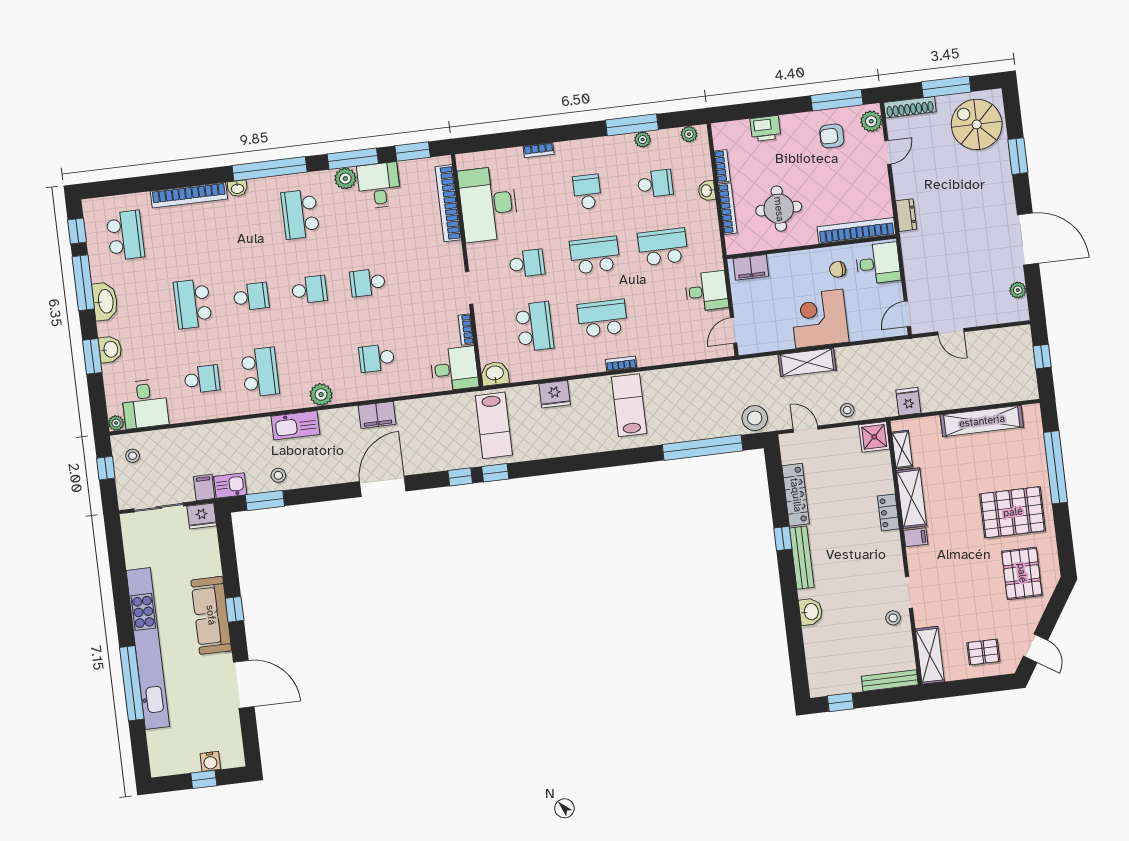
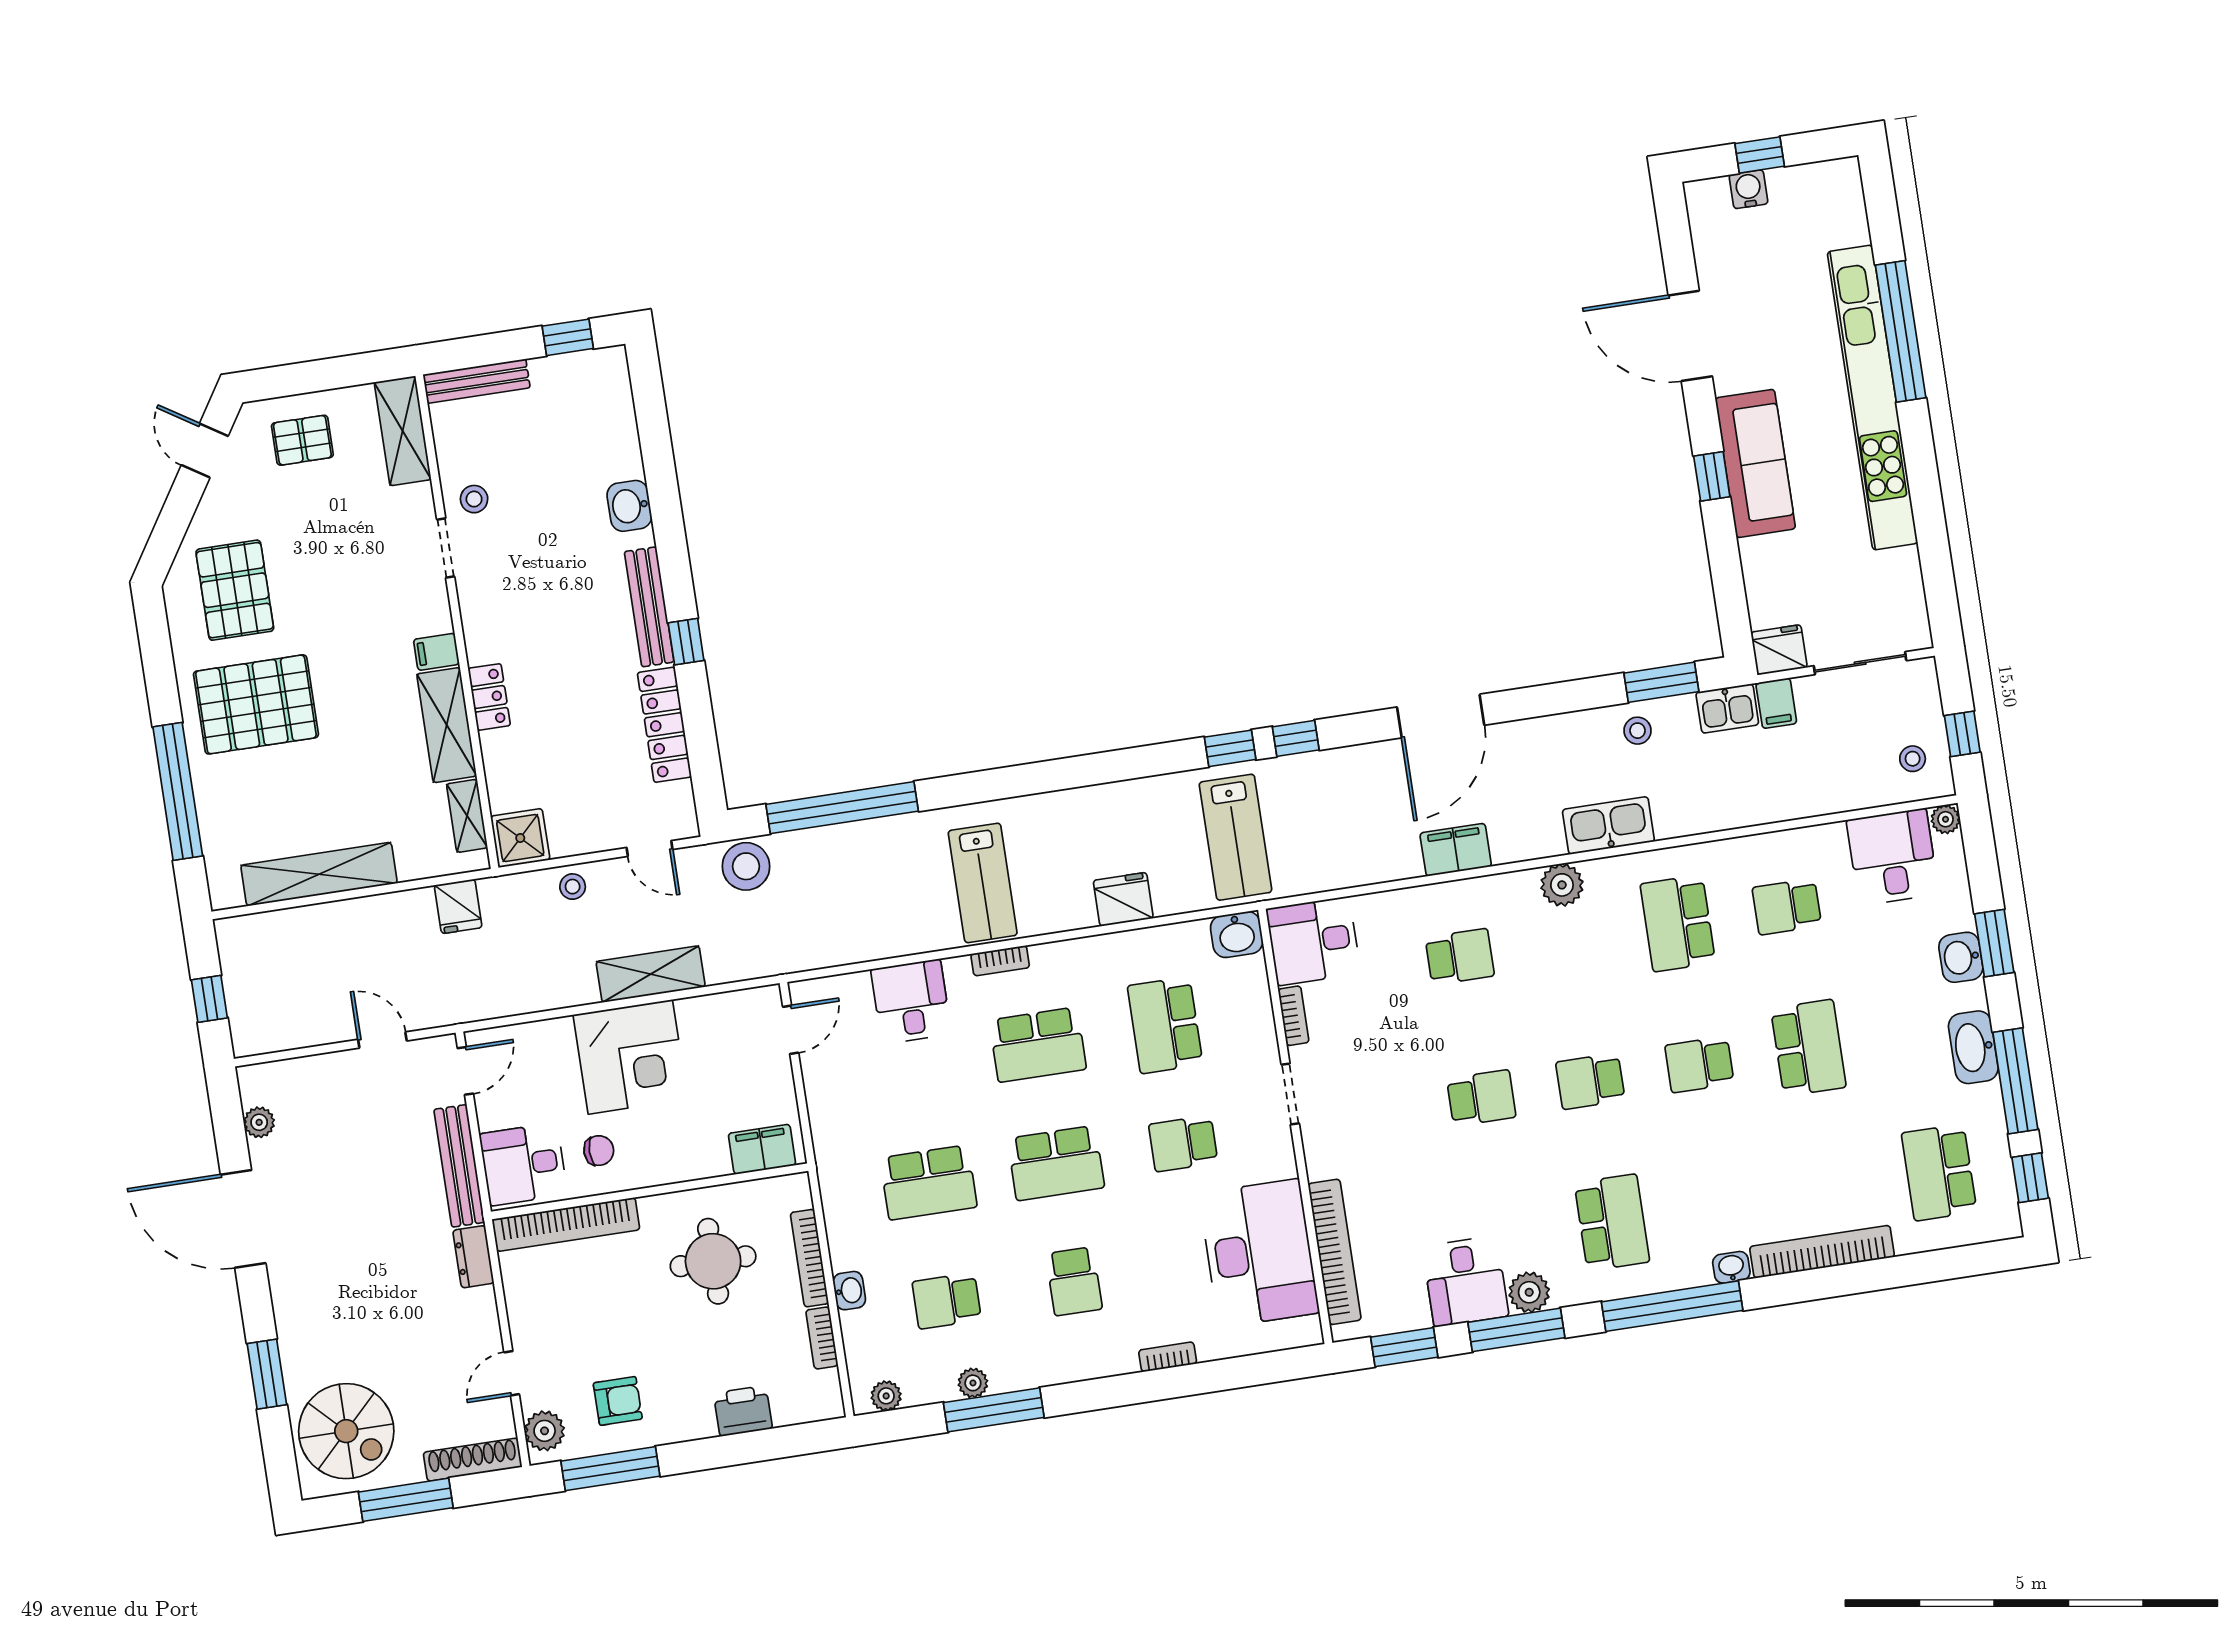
bench: (912, 264) -> (459, 1166), added
desk: (706, 291) -> (911, 1002), moved, turned 90
lab bench: (494, 425) -> (1235, 837), turned 180

